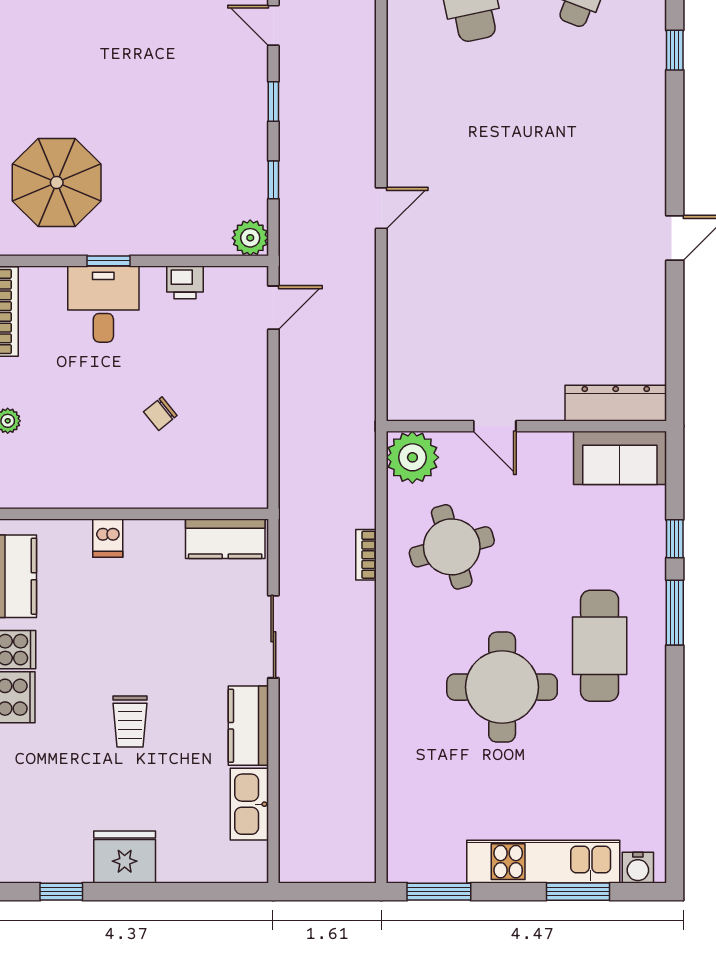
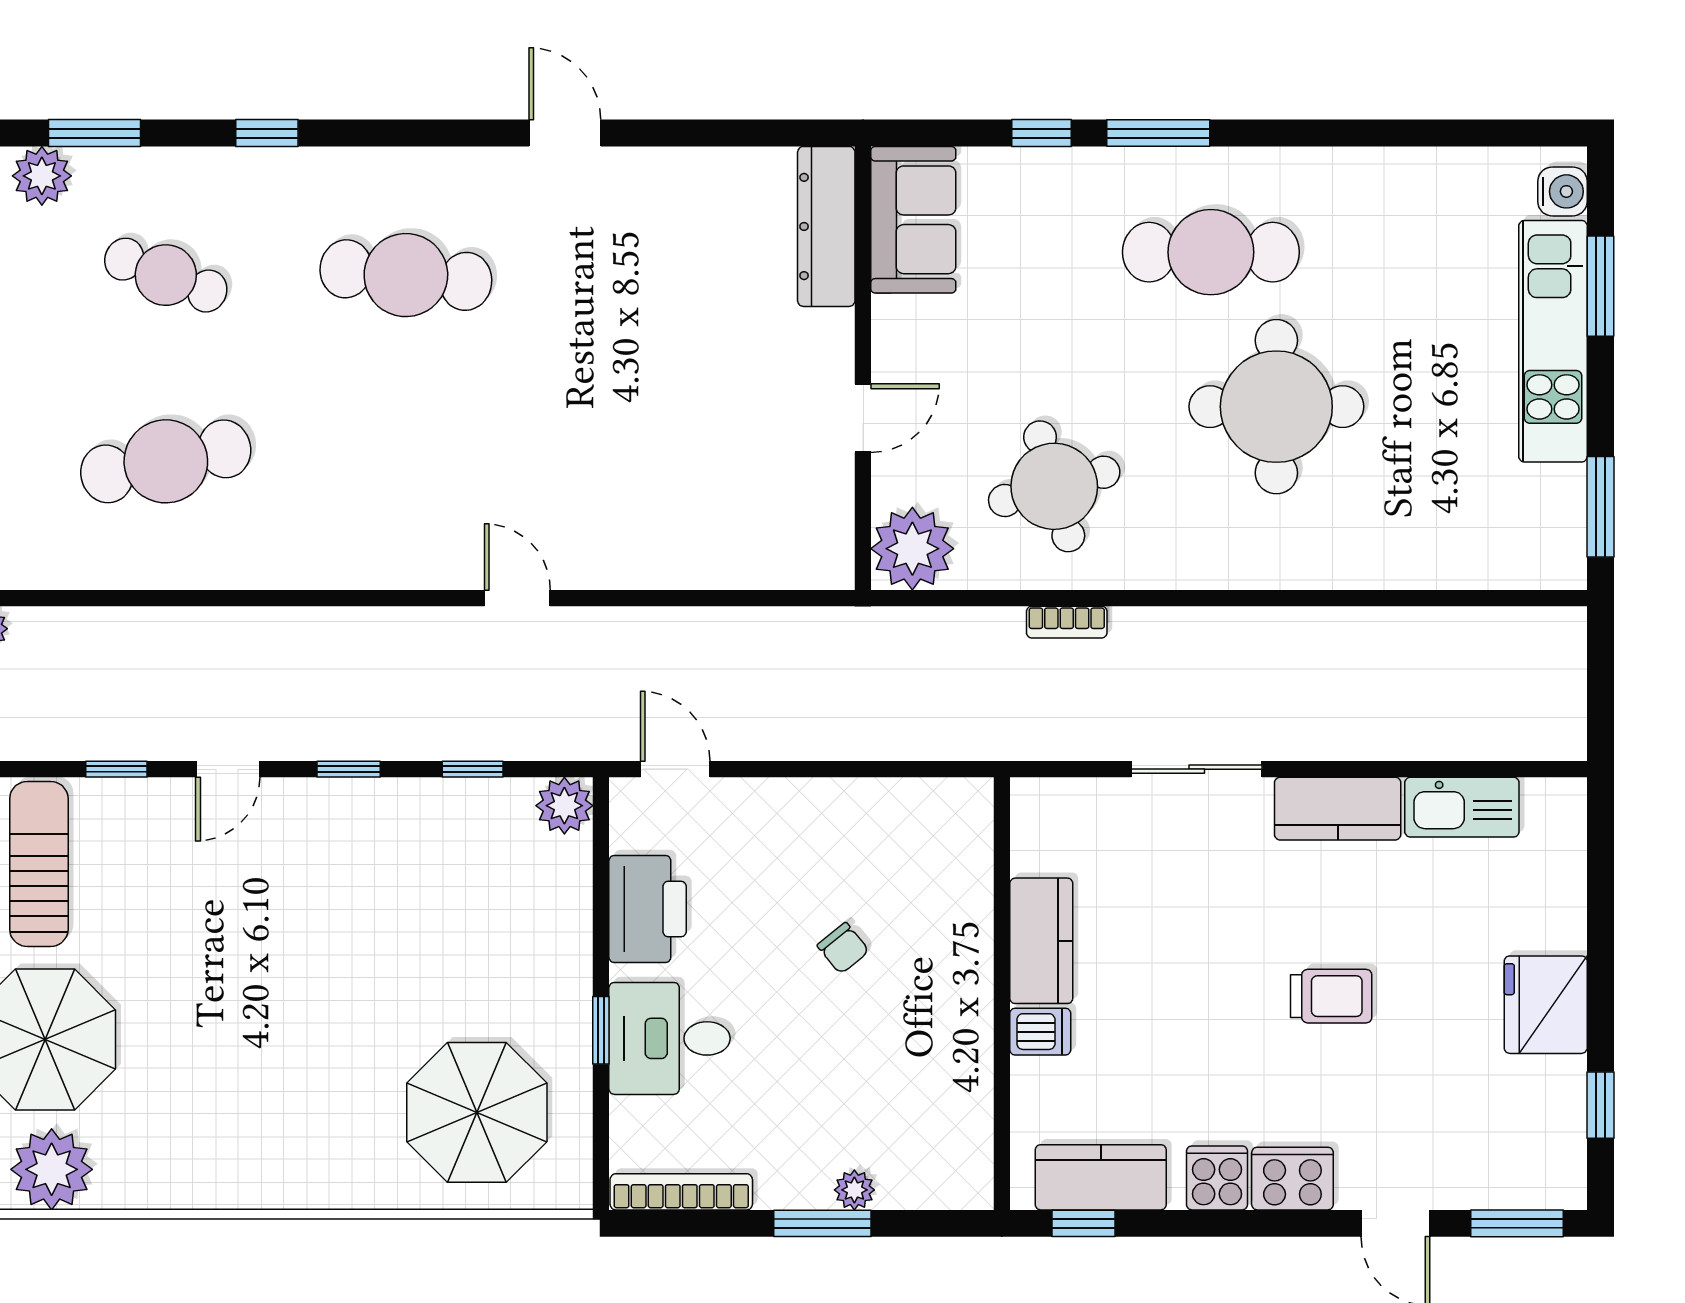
cafe table: (585, 138) -> (406, 275), added
printer: (185, 282) -> (648, 909), width x1.87, depth x1.48
kitchen counter: (225, 539) -> (1041, 941), moved

